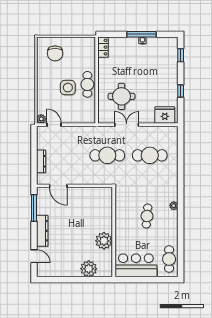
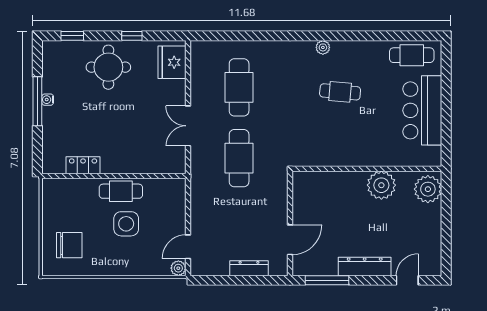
locker: (103, 47) -> (83, 165), moved
round table: (121, 96) -> (108, 67), moved
wall: (114, 232) -> (367, 169), moved
plant: (104, 241) -> (381, 185), moved

